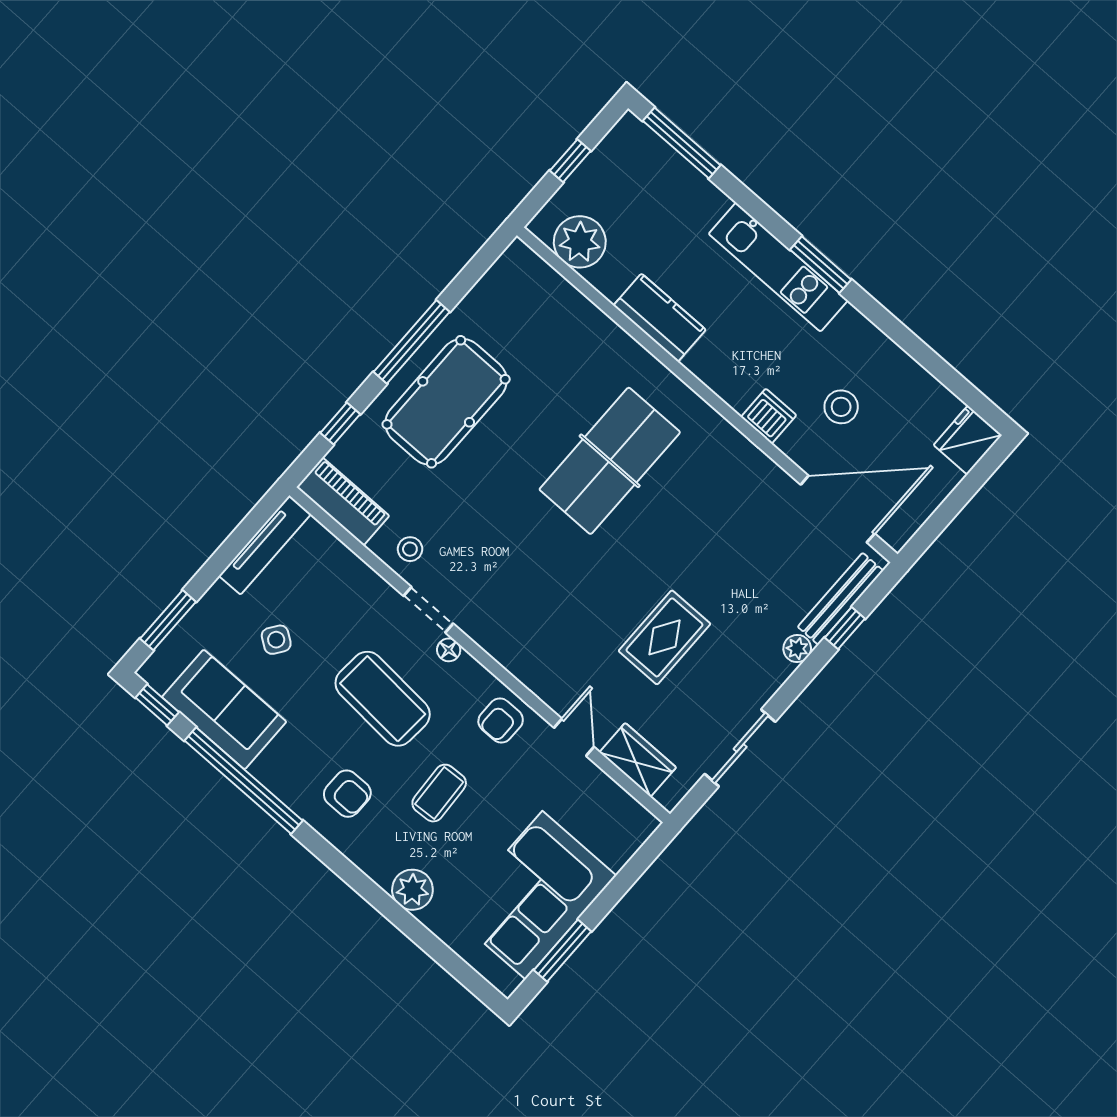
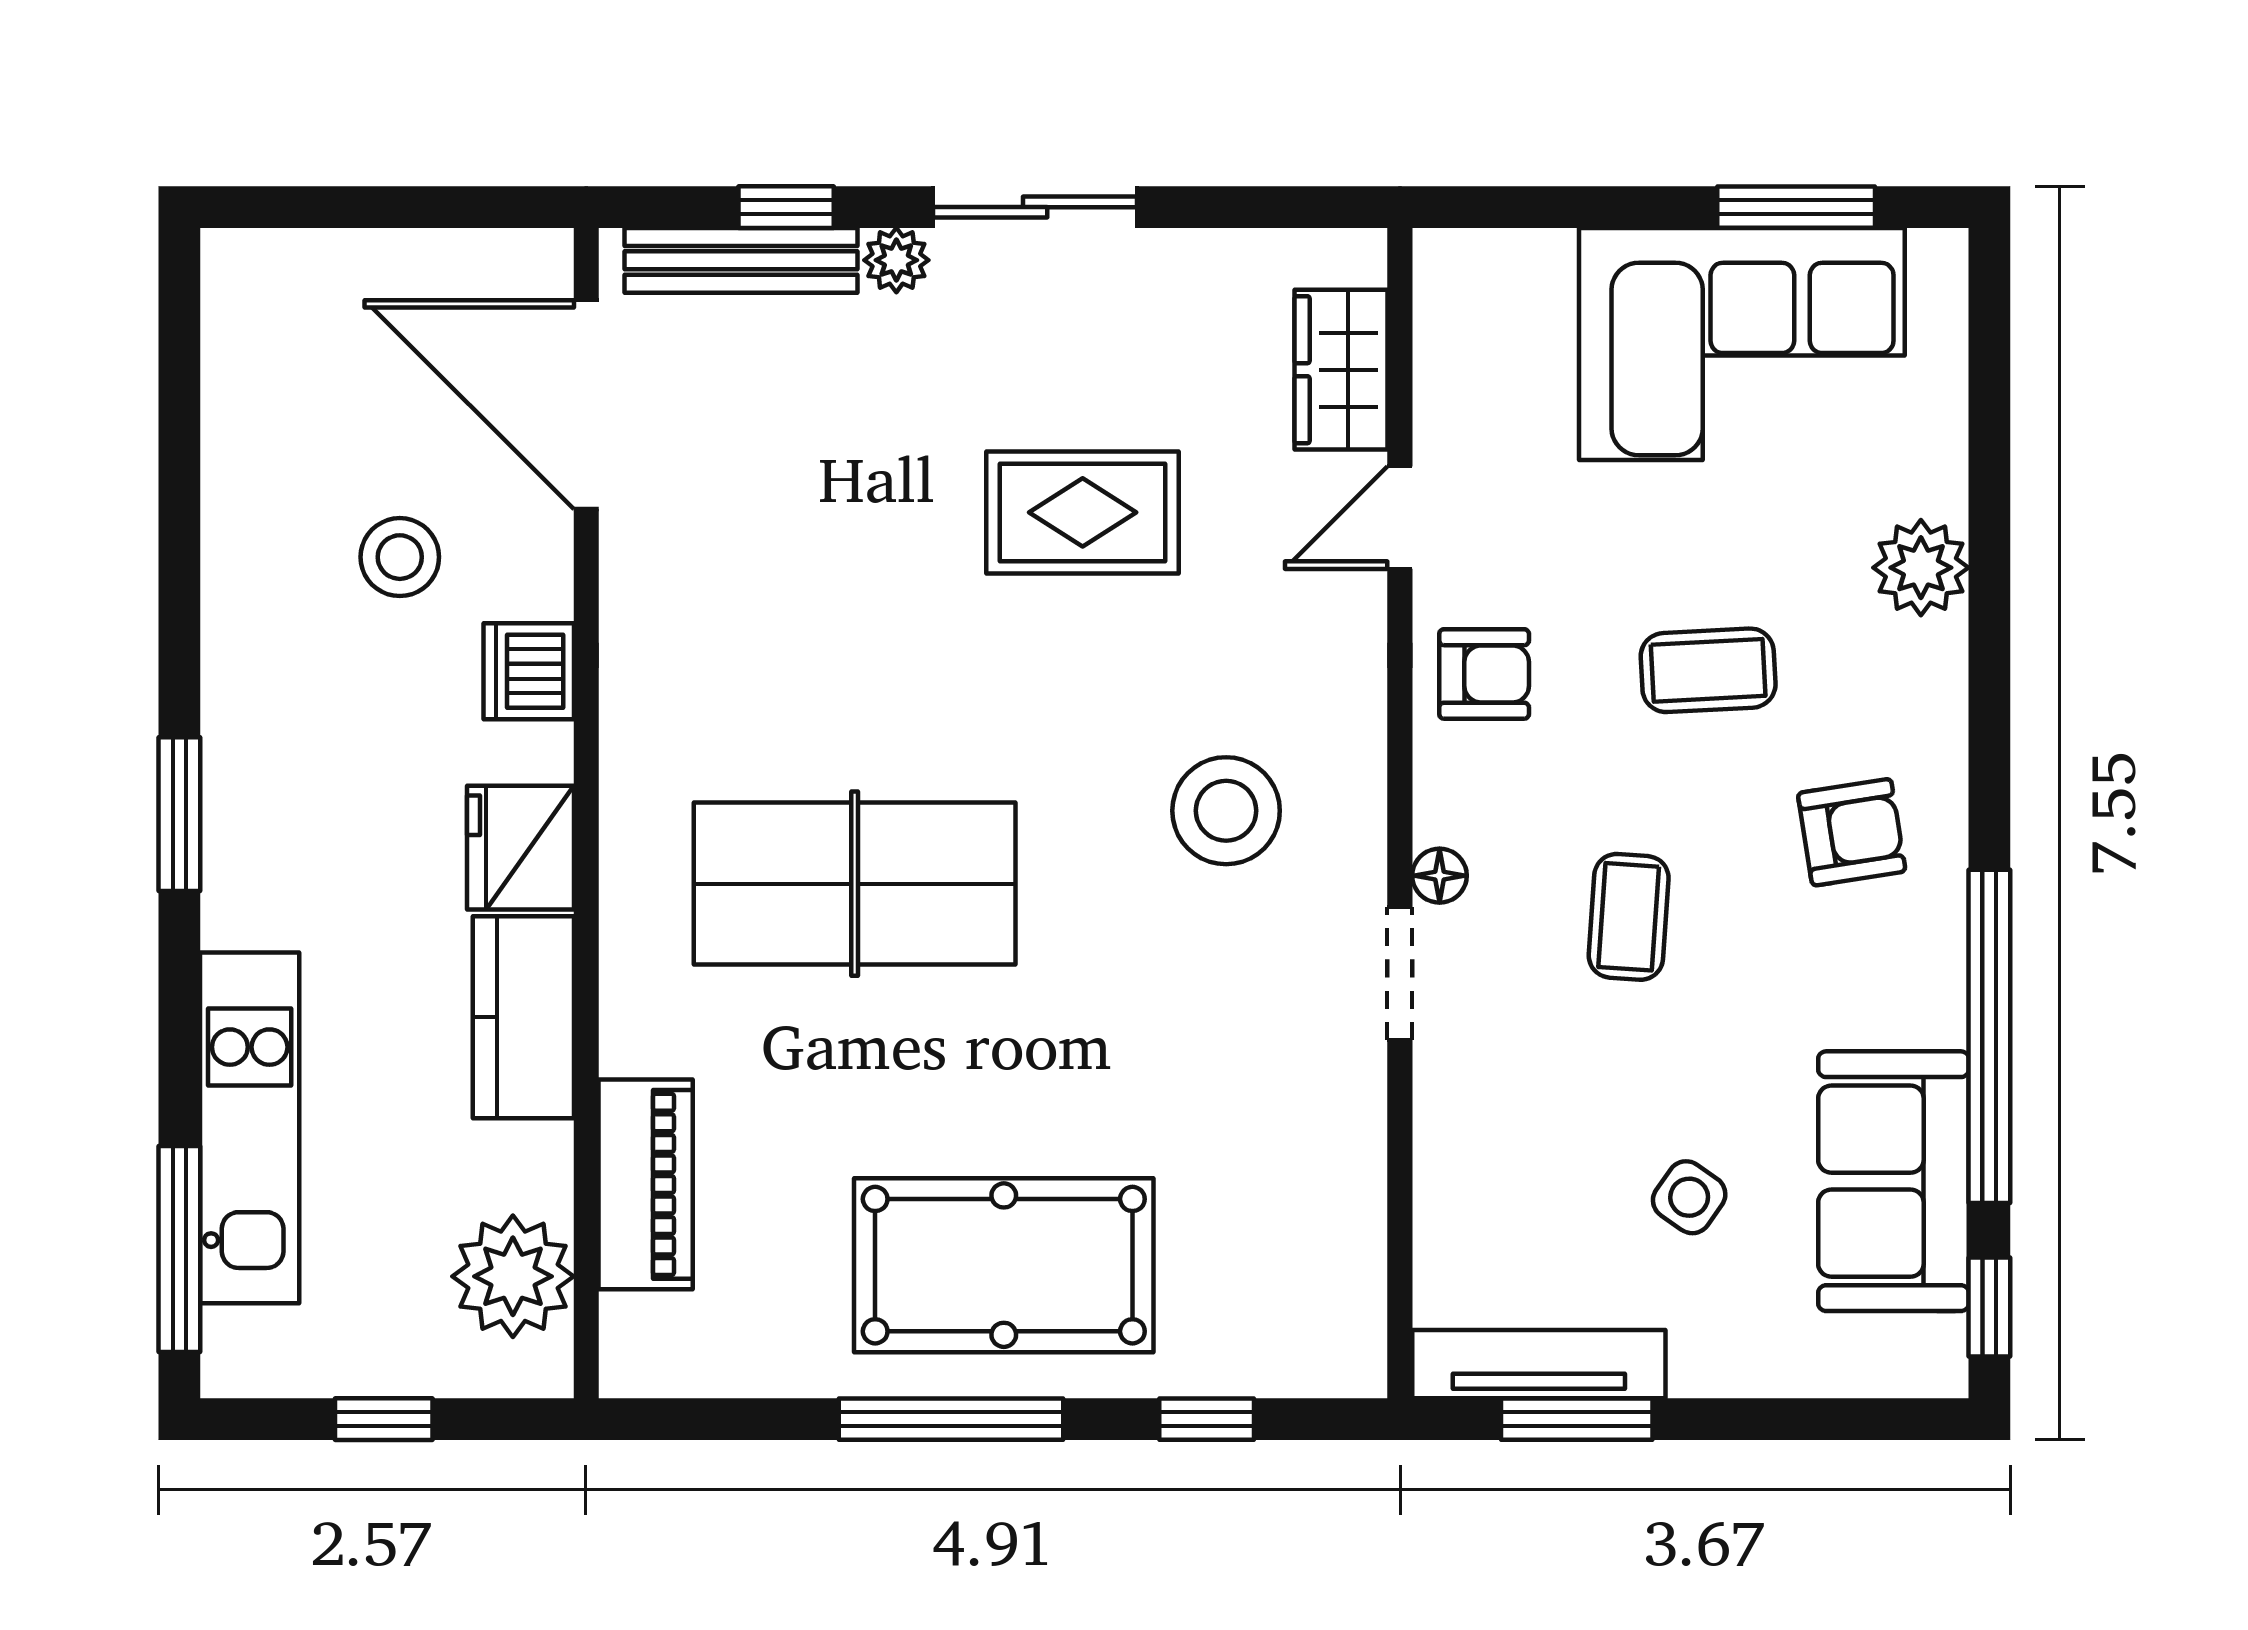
kitchen unit: (778, 267) -> (250, 1128), moved
fridge: (968, 440) -> (520, 848), moved, turned 90
piano: (343, 501) -> (646, 1184), moved, turned 180
stool: (410, 549) -> (1226, 811), moved, width x1.89, depth x1.89
window: (168, 620) -> (1577, 1419), moved
coffee table: (383, 699) -> (1629, 917), width x0.54, depth x0.58
sliding door: (740, 748) -> (1035, 207), moved
armchair: (347, 794) -> (1852, 832), turned 81

